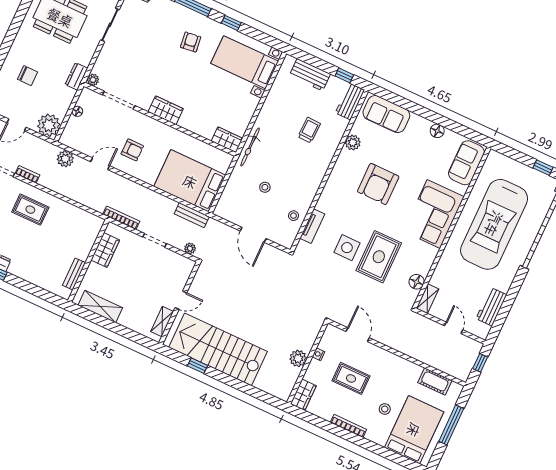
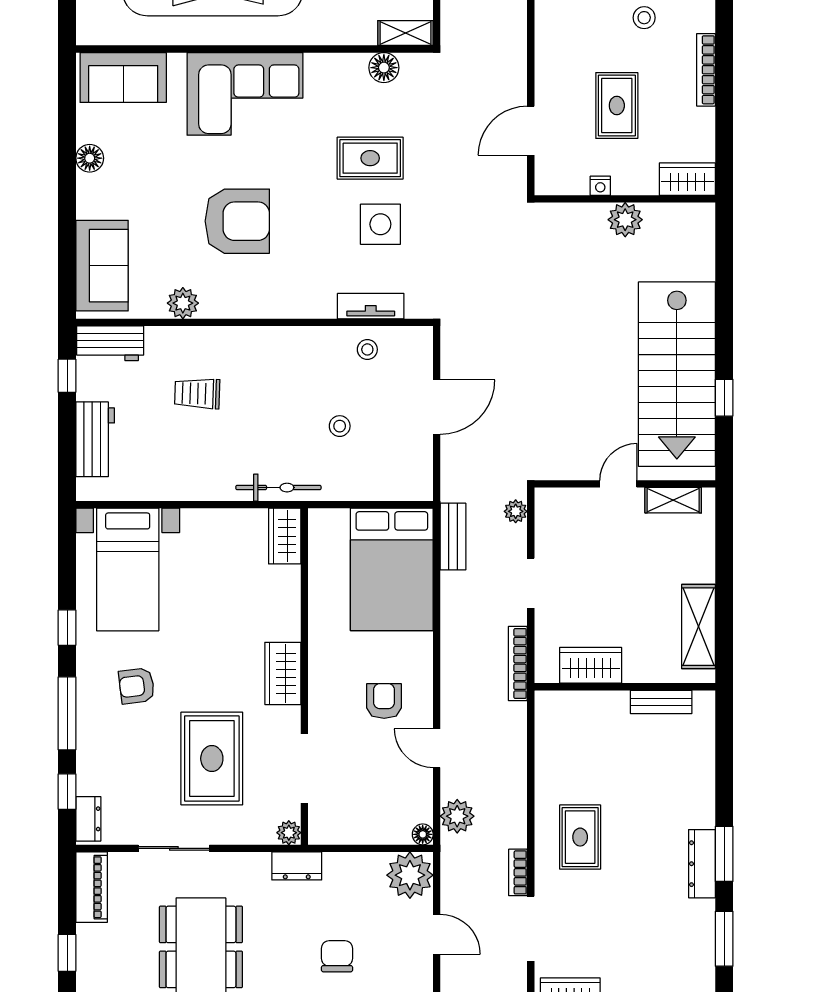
rug: (142, 61) -> (212, 759), added
floor lamp: (77, 111) -> (423, 834), moved
rug: (379, 257) -> (370, 158), width x0.73, depth x0.70
door: (181, 300) -> (618, 484), hinge flipped

